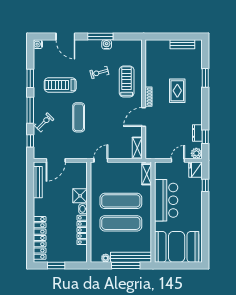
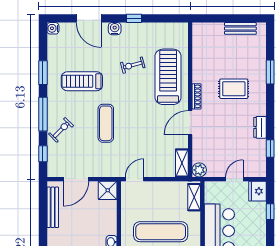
window: (100, 37) -> (134, 18), width x0.46
water cooler: (107, 44) -> (115, 29), moved
treadmill: (127, 82) -> (168, 77), width x1.37, depth x1.38
rug: (177, 91) -> (234, 89), turned 90
dresser: (197, 133) -> (260, 127), moved
plant: (196, 153) -> (199, 170), moved
shower: (80, 196) -> (108, 190), moved

